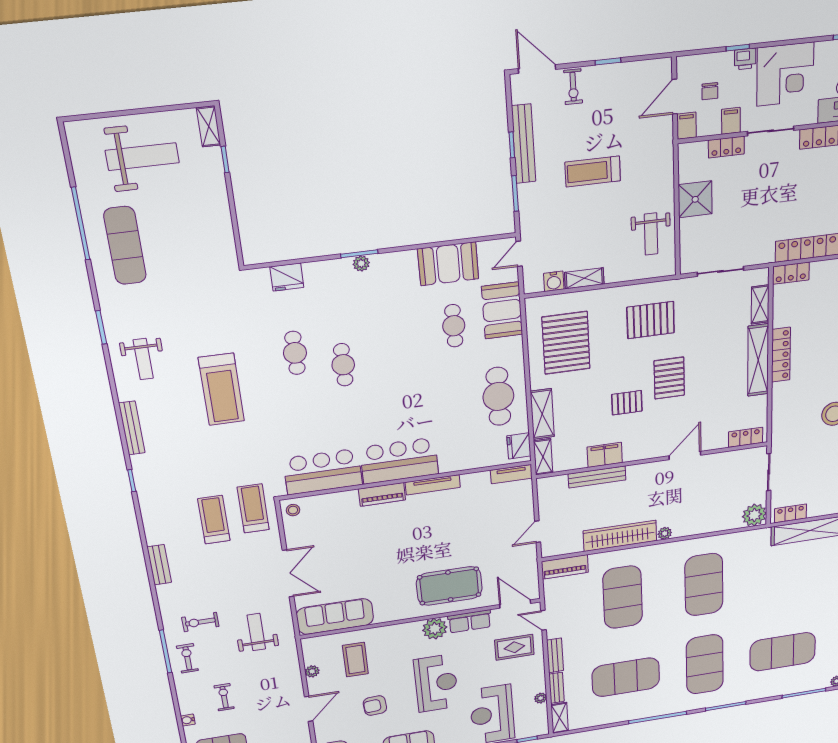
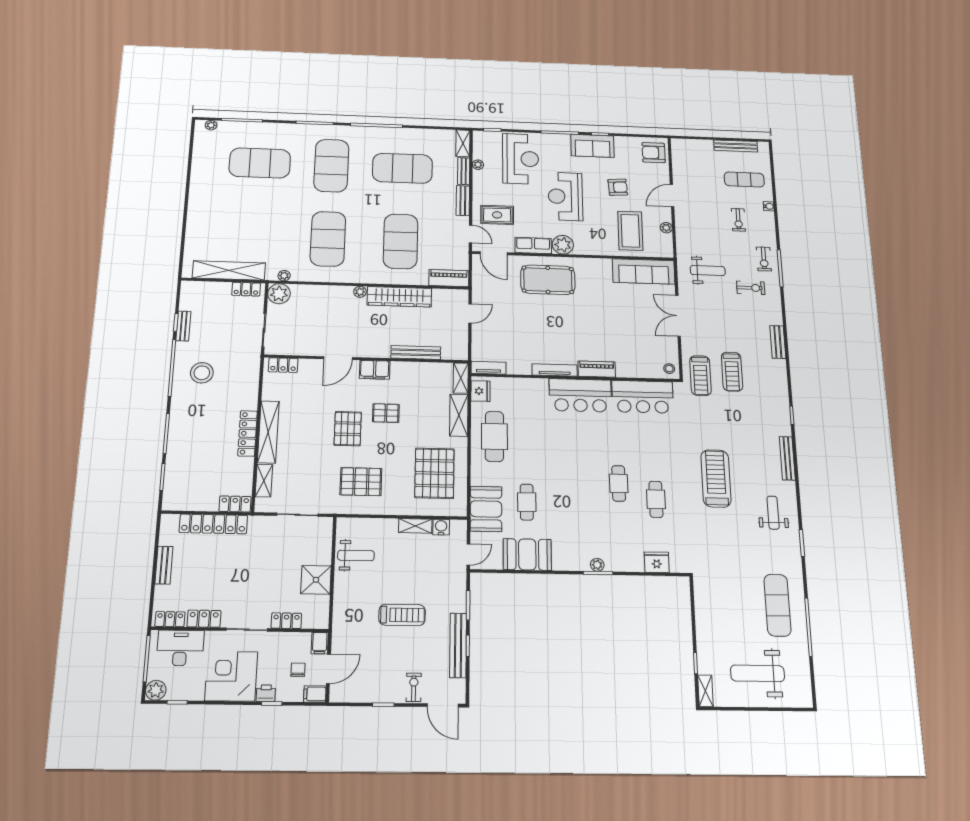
filing cabinet: (731, 121) -> (315, 694), moved, turned 90
weight bench: (651, 234) -> (356, 555), turned 90
filing cabinet: (605, 455) -> (375, 370), moved
plant: (750, 536) -> (284, 276), added
weight bench: (256, 632) -> (708, 271), turned -90
coffee table: (355, 660) -> (630, 231), width x1.36, depth x1.32

